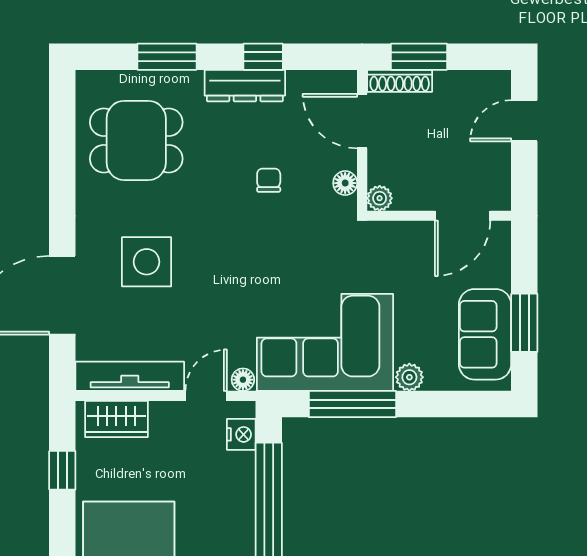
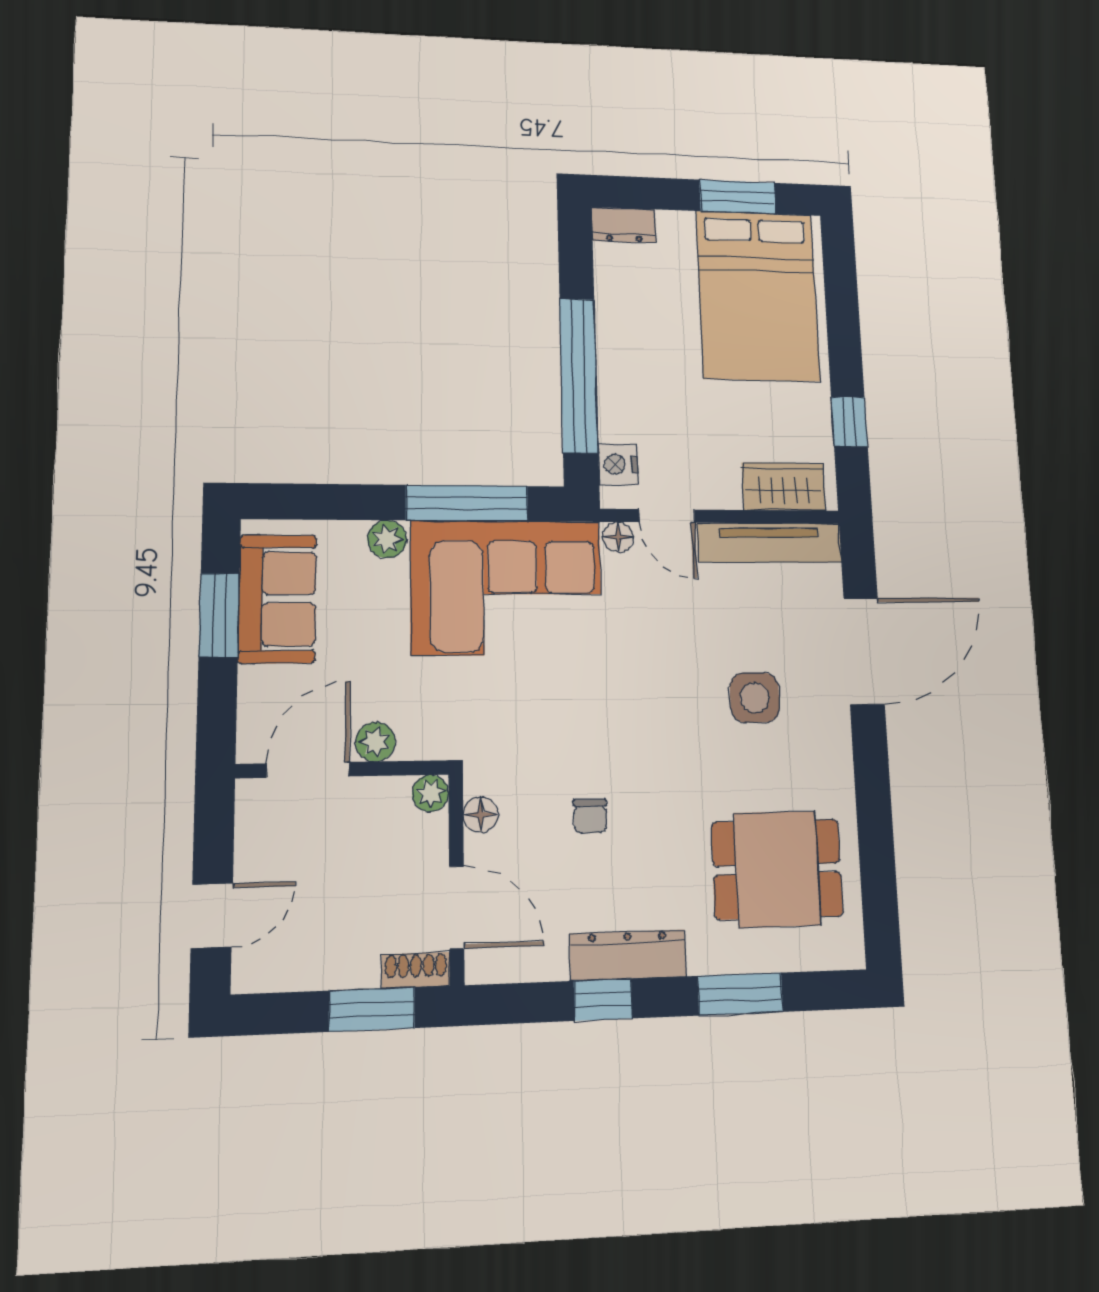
shoe rack: (400, 81) -> (416, 970), width x0.70
plant: (417, 234) -> (375, 742), added
side table: (147, 262) -> (755, 698), width x0.73, depth x0.73
door: (206, 396) -> (667, 516), hinge flipped

